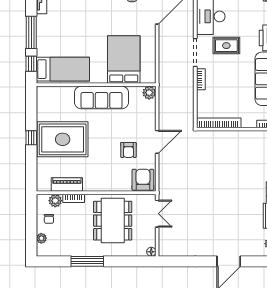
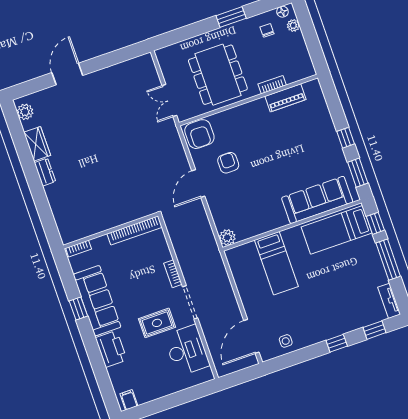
bed: (124, 60) -> (276, 263), width x0.67
sofa: (102, 97) -> (317, 200), moved
window: (31, 108) -> (358, 173), added
rug: (63, 139) -> (309, 148), removed
plant: (55, 201) -> (292, 75), removed
chair: (49, 219) -> (267, 30), moved
floor lamp: (151, 252) -> (282, 12), moved
window: (87, 261) -> (231, 17), width x0.69

